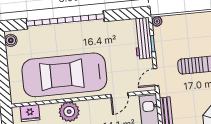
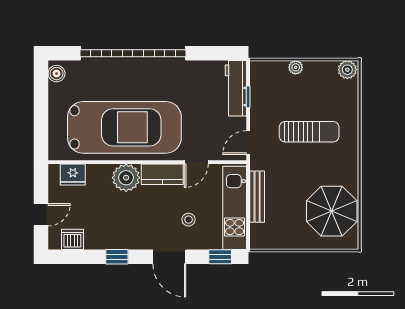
plant: (157, 21) -> (296, 67), moved
car: (64, 75) -> (124, 127), turned 180
kitchen counter: (95, 107) -> (162, 174), added

